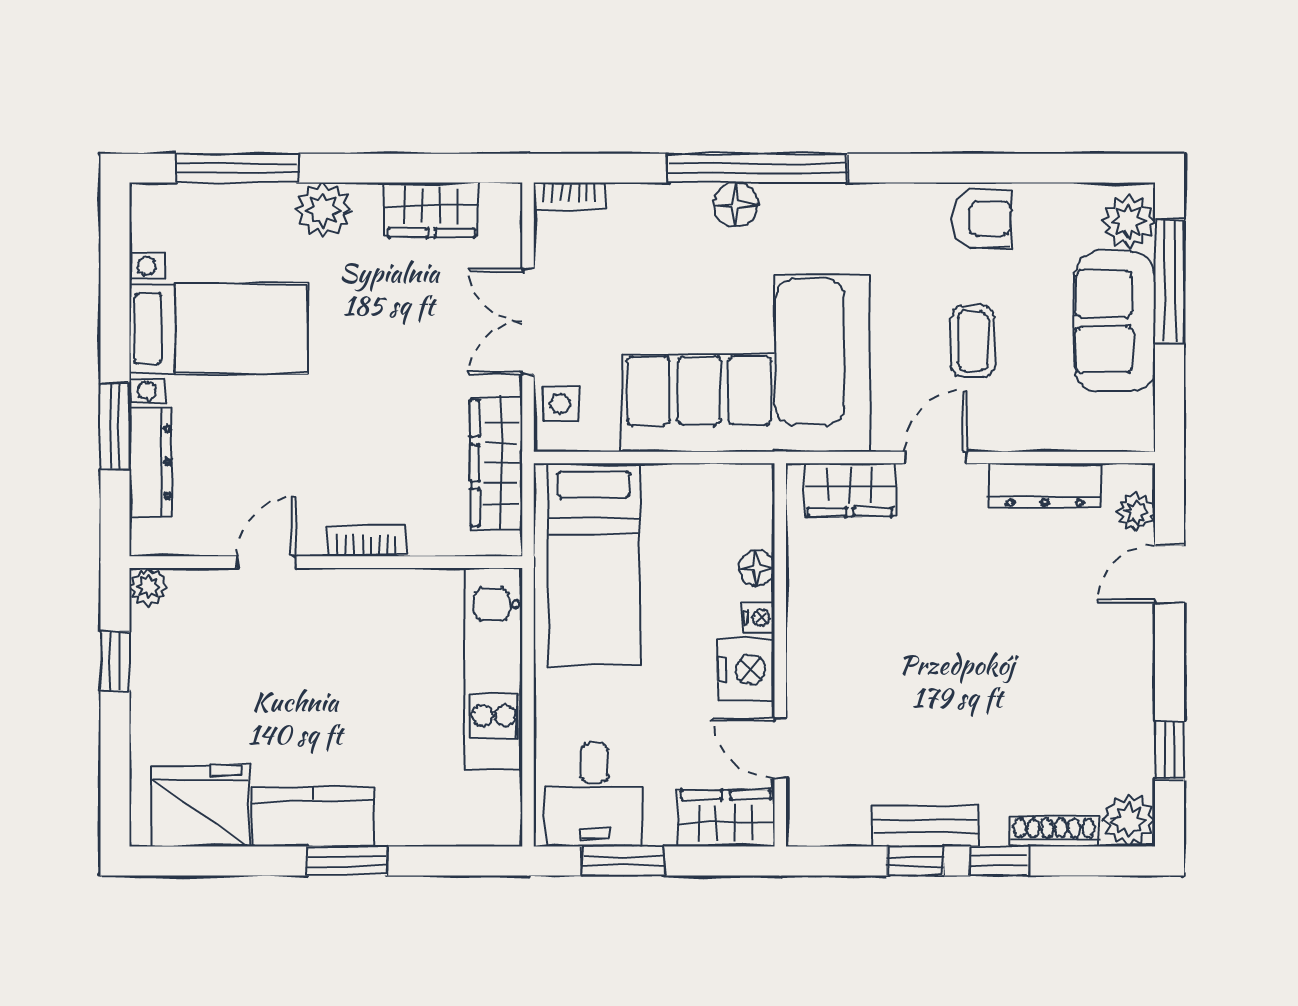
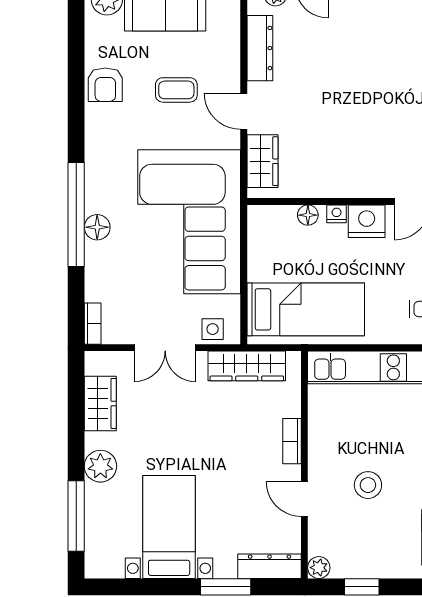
armchair: (982, 219) -> (105, 85), turned 180
dresser: (151, 462) -> (270, 566), moved
stool: (291, 672) -> (368, 485), added

